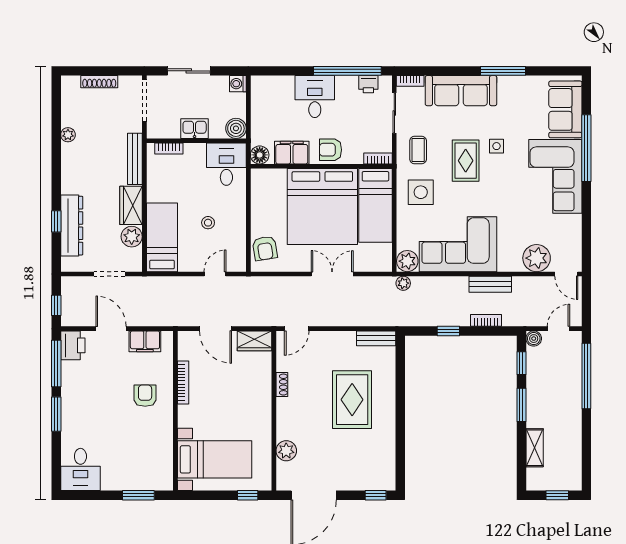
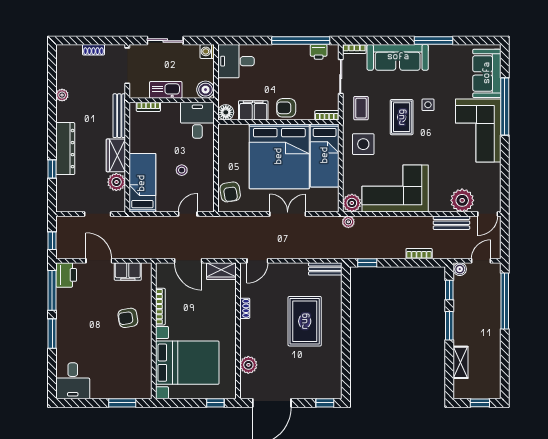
shoe rack: (99, 82) -> (93, 50), width x0.70
desk: (315, 97) -> (236, 61), moved, turned -90
kitchen sink: (195, 129) -> (166, 90), width x1.38
dresser: (72, 226) -> (65, 149), moved
door: (566, 274) -> (488, 214), hinge flipped
bench: (490, 284) -> (451, 223), moved
window: (448, 331) -> (367, 263), moved
armchair: (145, 396) -> (128, 318), turned -99
bed with nightstands: (215, 459) -> (187, 363), width x1.36

